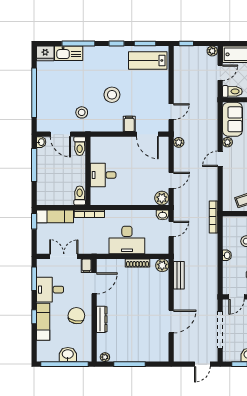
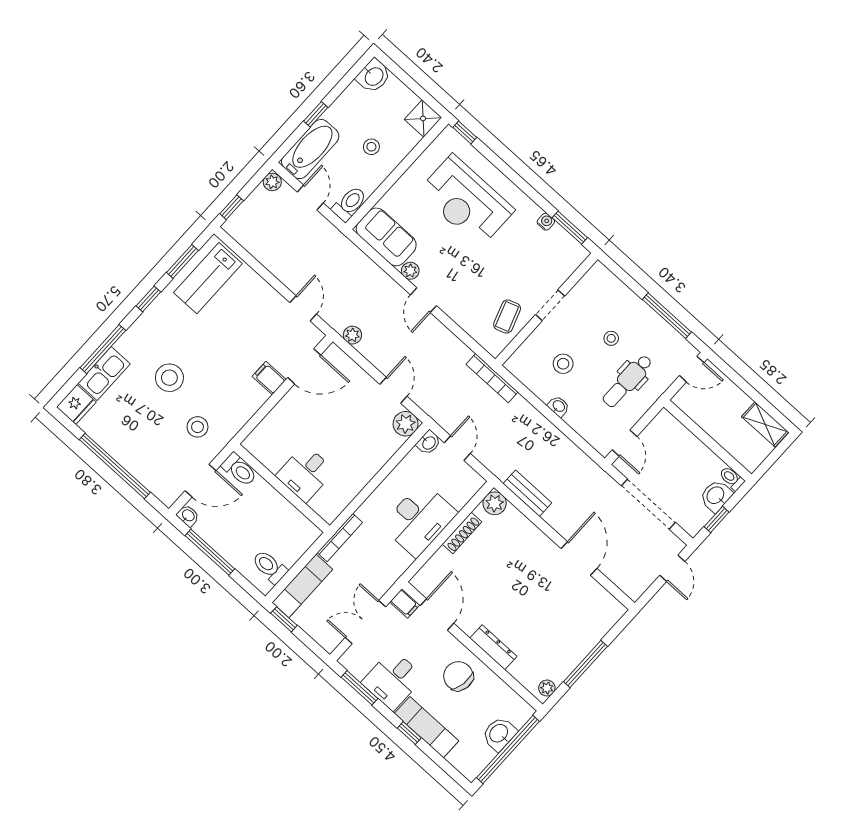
stool: (112, 95) -> (169, 378), moved
toilet: (80, 195) -> (270, 567), moved

